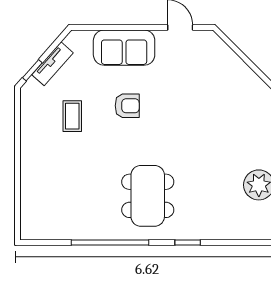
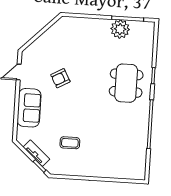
armchair: (127, 106) -> (60, 78), moved, turned -119
dining table: (148, 196) -> (126, 83), moved, turned 90

